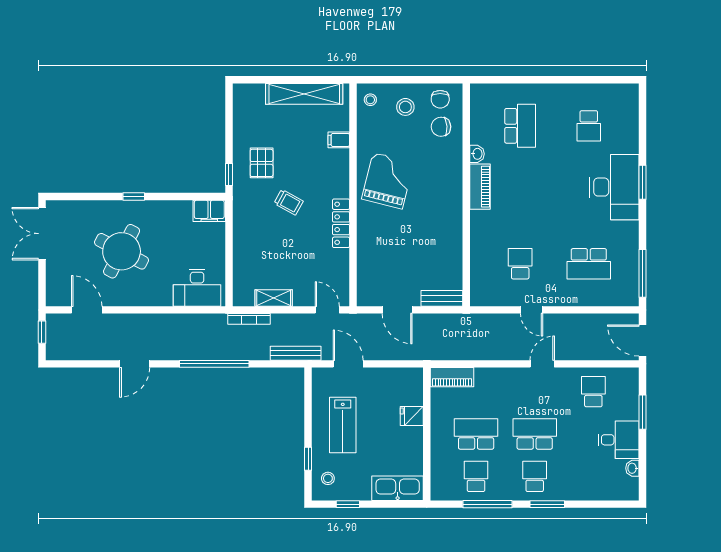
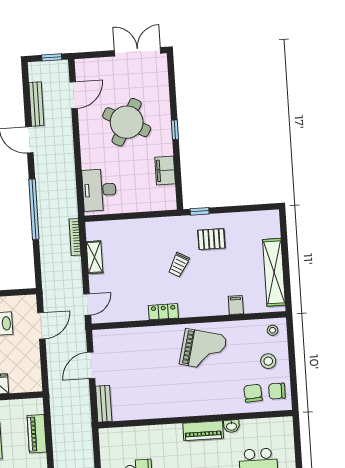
filing cabinet: (209, 211) -> (165, 170), moved
locker: (341, 223) -> (163, 312), width x0.66
bench: (296, 353) -> (36, 104), moved
piano: (452, 377) -> (37, 434), moved

